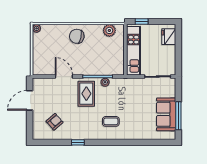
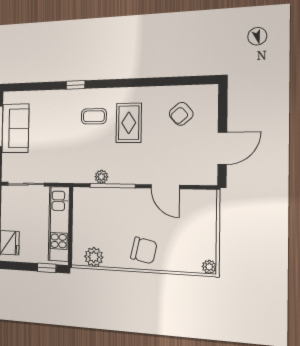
rug: (86, 94) -> (129, 123), moved
window: (78, 142) -> (76, 85), moved

